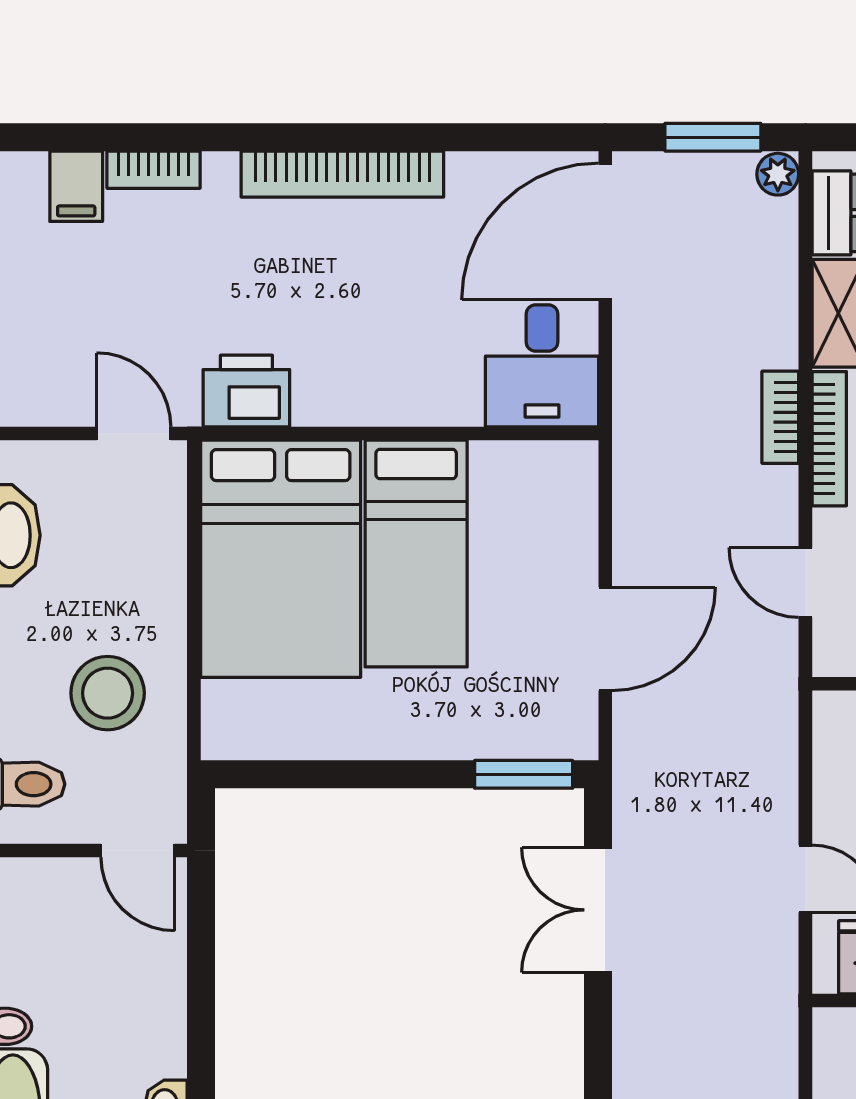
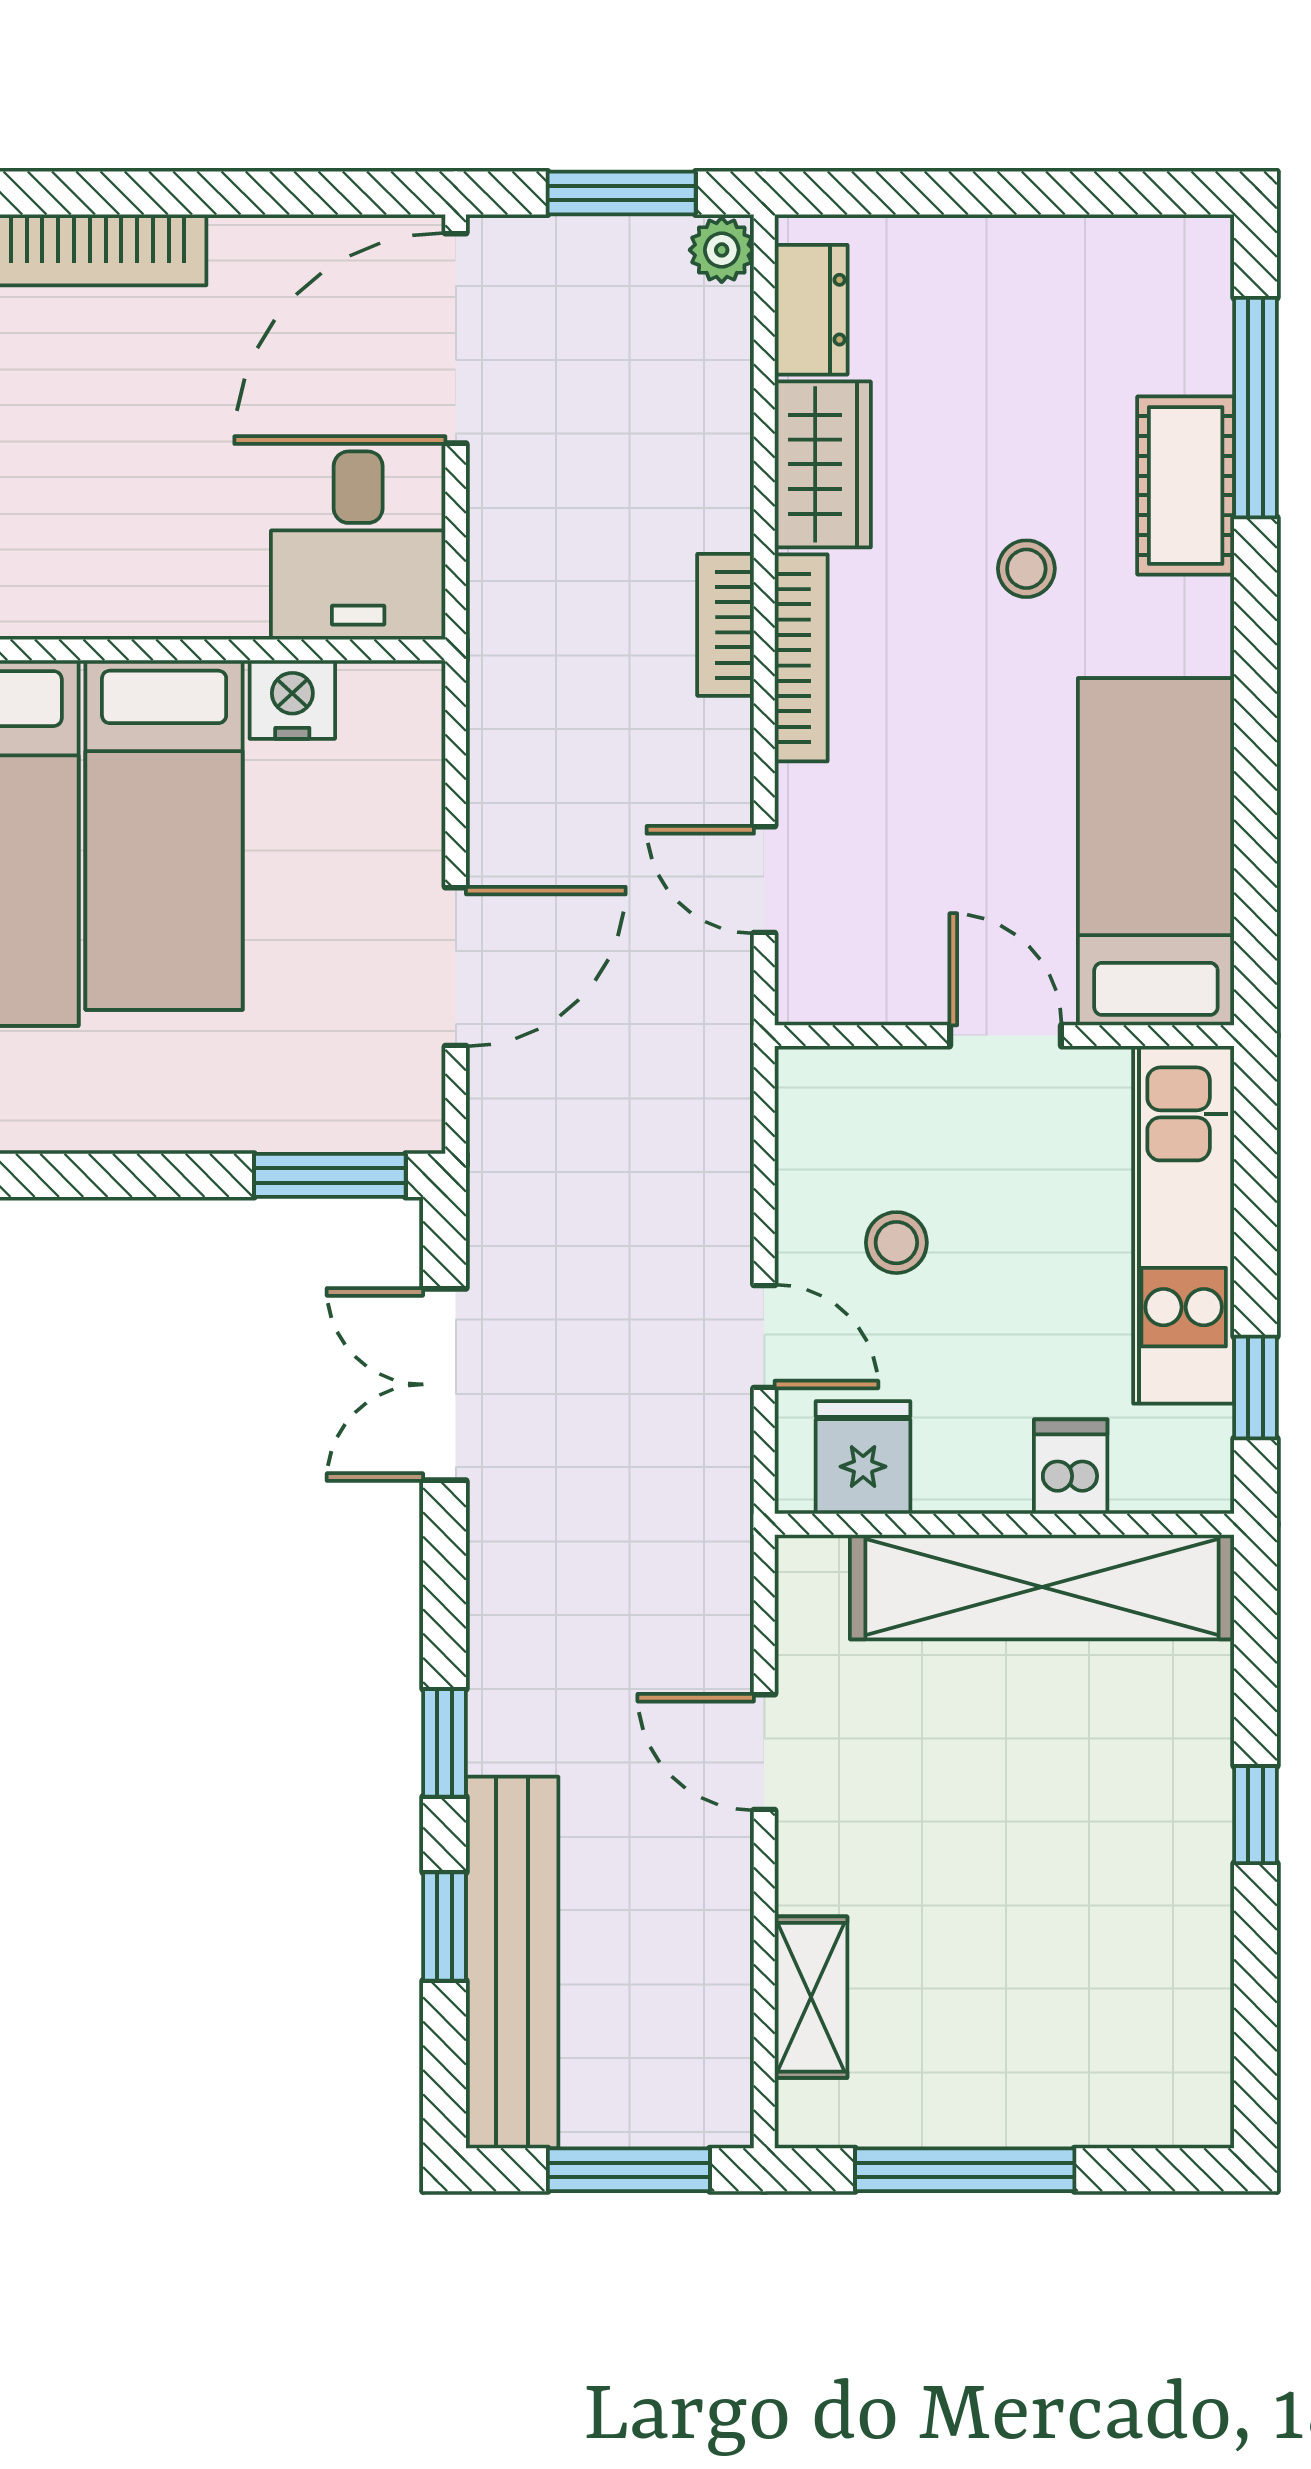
nightstand: (499, 466) -> (292, 699), added

